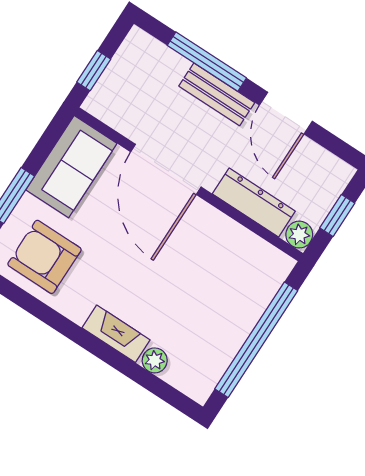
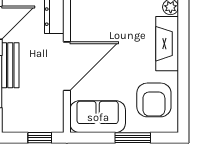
fireplace: (116, 334) -> (167, 44), width x1.37, depth x1.32

